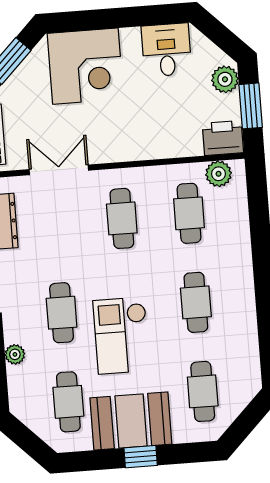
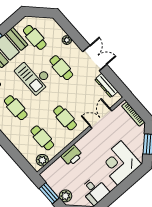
printer: (223, 138) -> (72, 155), moved
double door: (59, 170) -> (101, 118), swing flipped
checkout: (121, 336) -> (34, 76), turned 180

